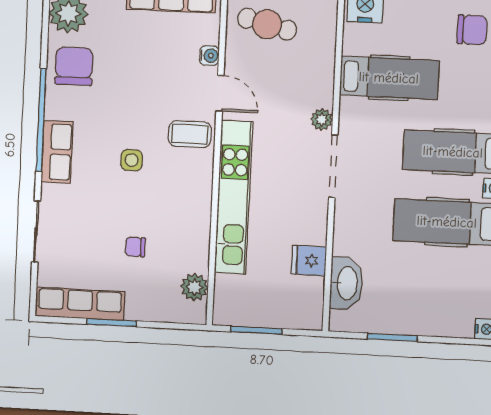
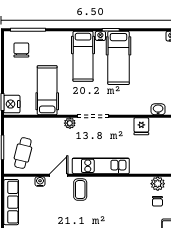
side table: (132, 160) -> (95, 219), removed
kitchen unit: (234, 197) -> (101, 166), width x0.73
chair: (135, 247) -> (157, 201), moved
washbasin: (346, 283) -> (158, 109), width x0.52, depth x0.69

